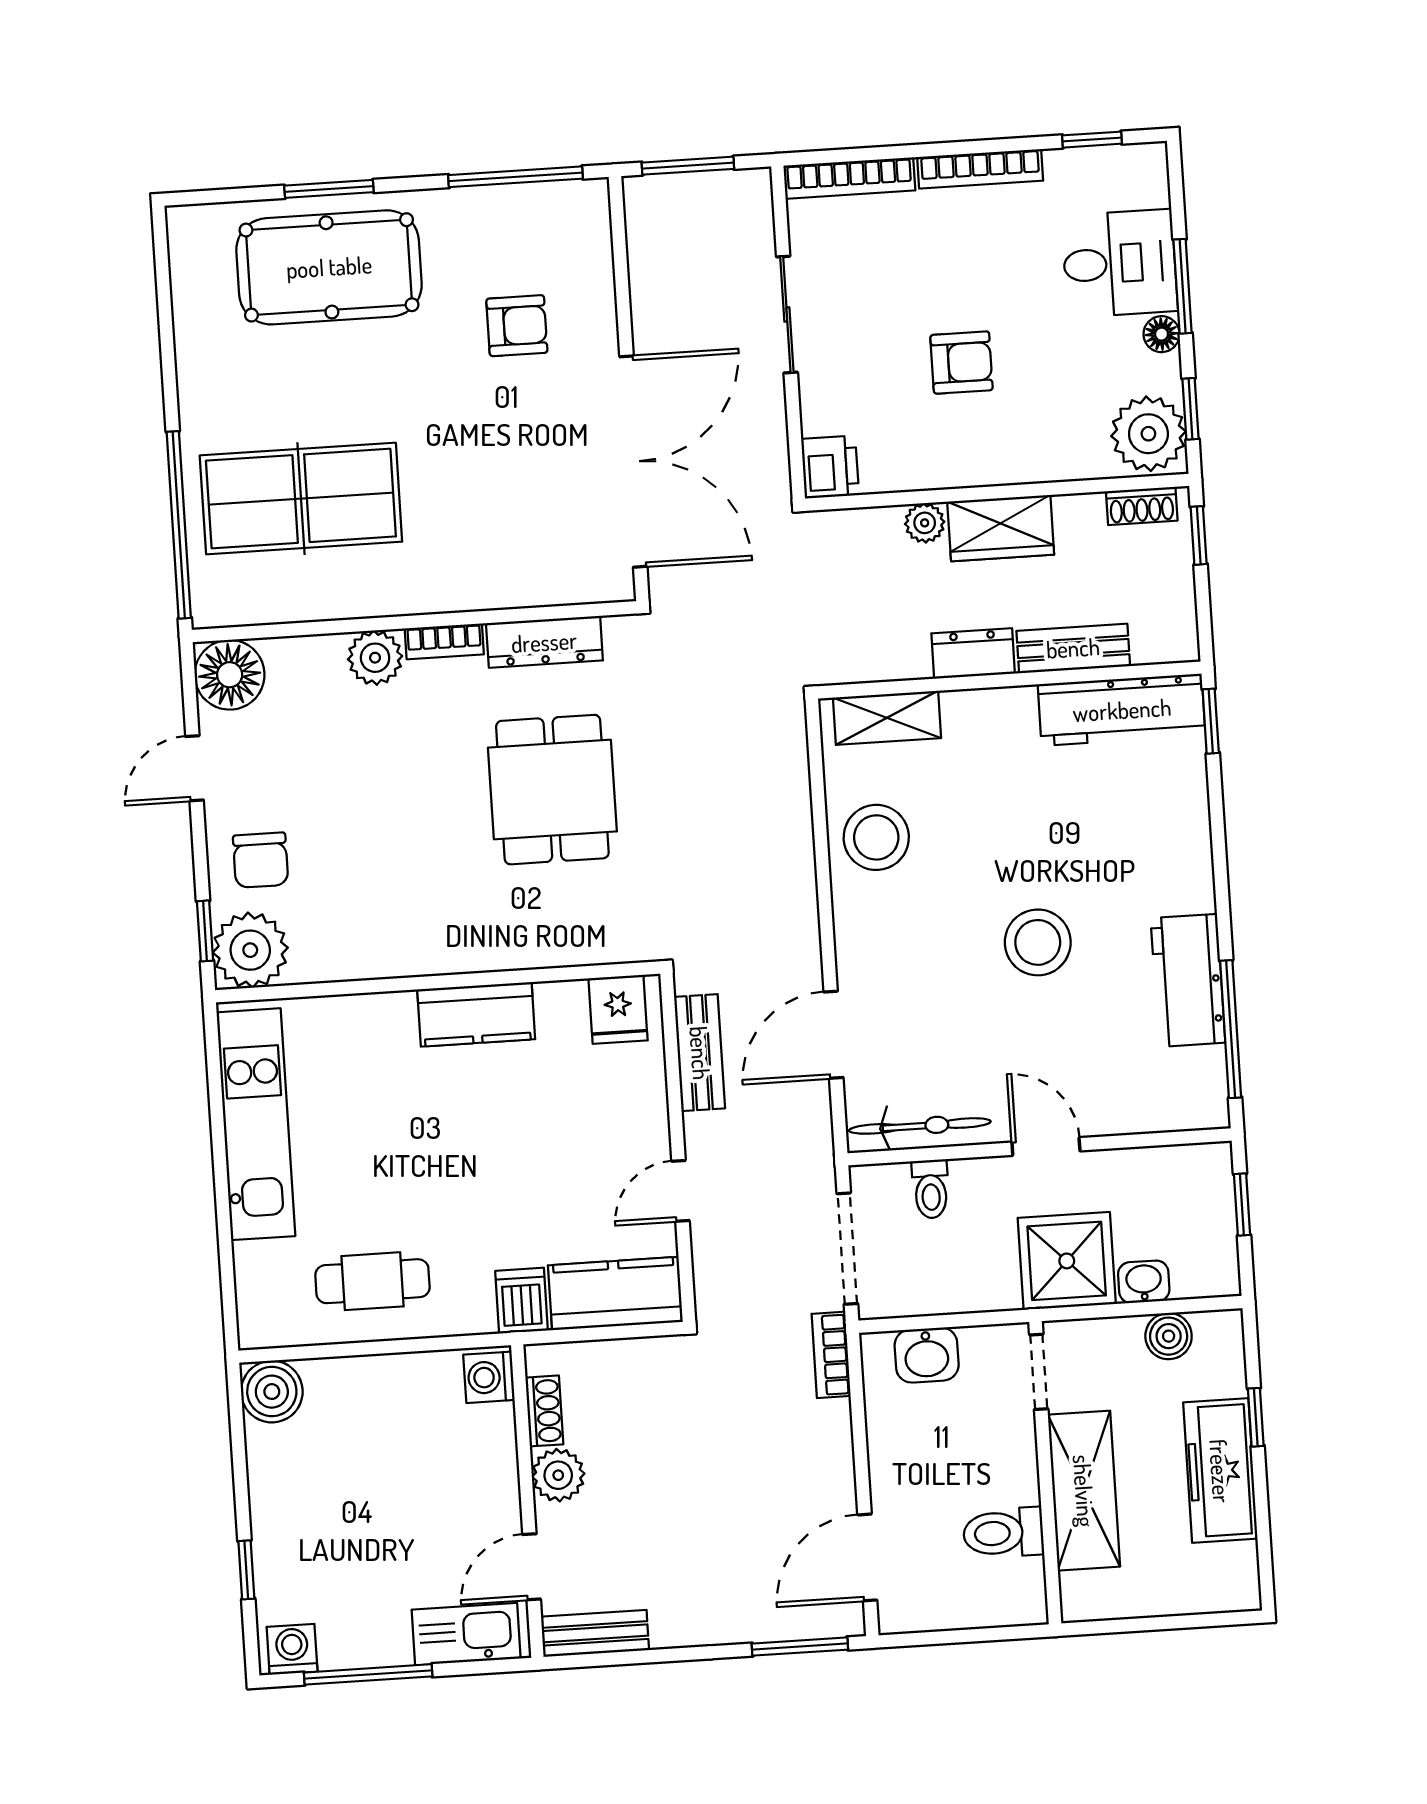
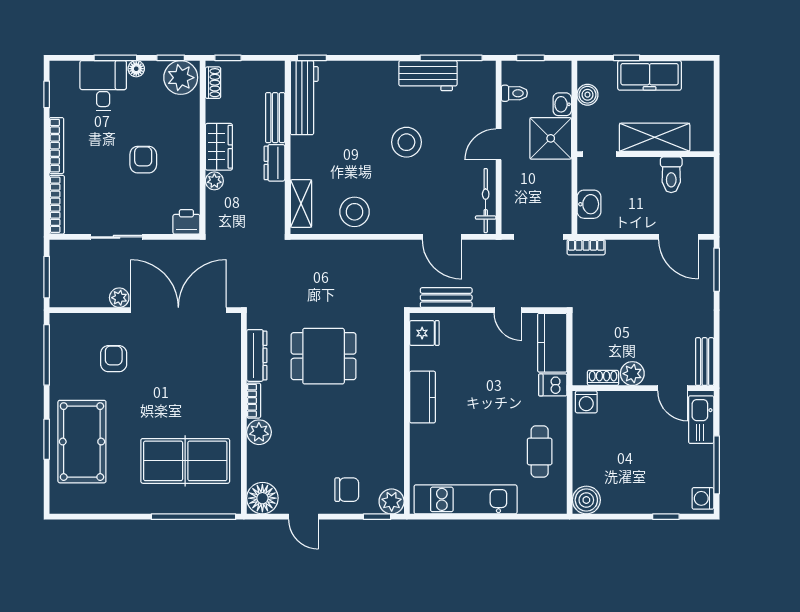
plant: (653, 329) -> (119, 298), added
table tennis table: (301, 499) -> (185, 461), turned 90
plant: (250, 950) -> (392, 501), width x0.73, depth x0.73
toilet: (931, 1189) -> (514, 93), moved

